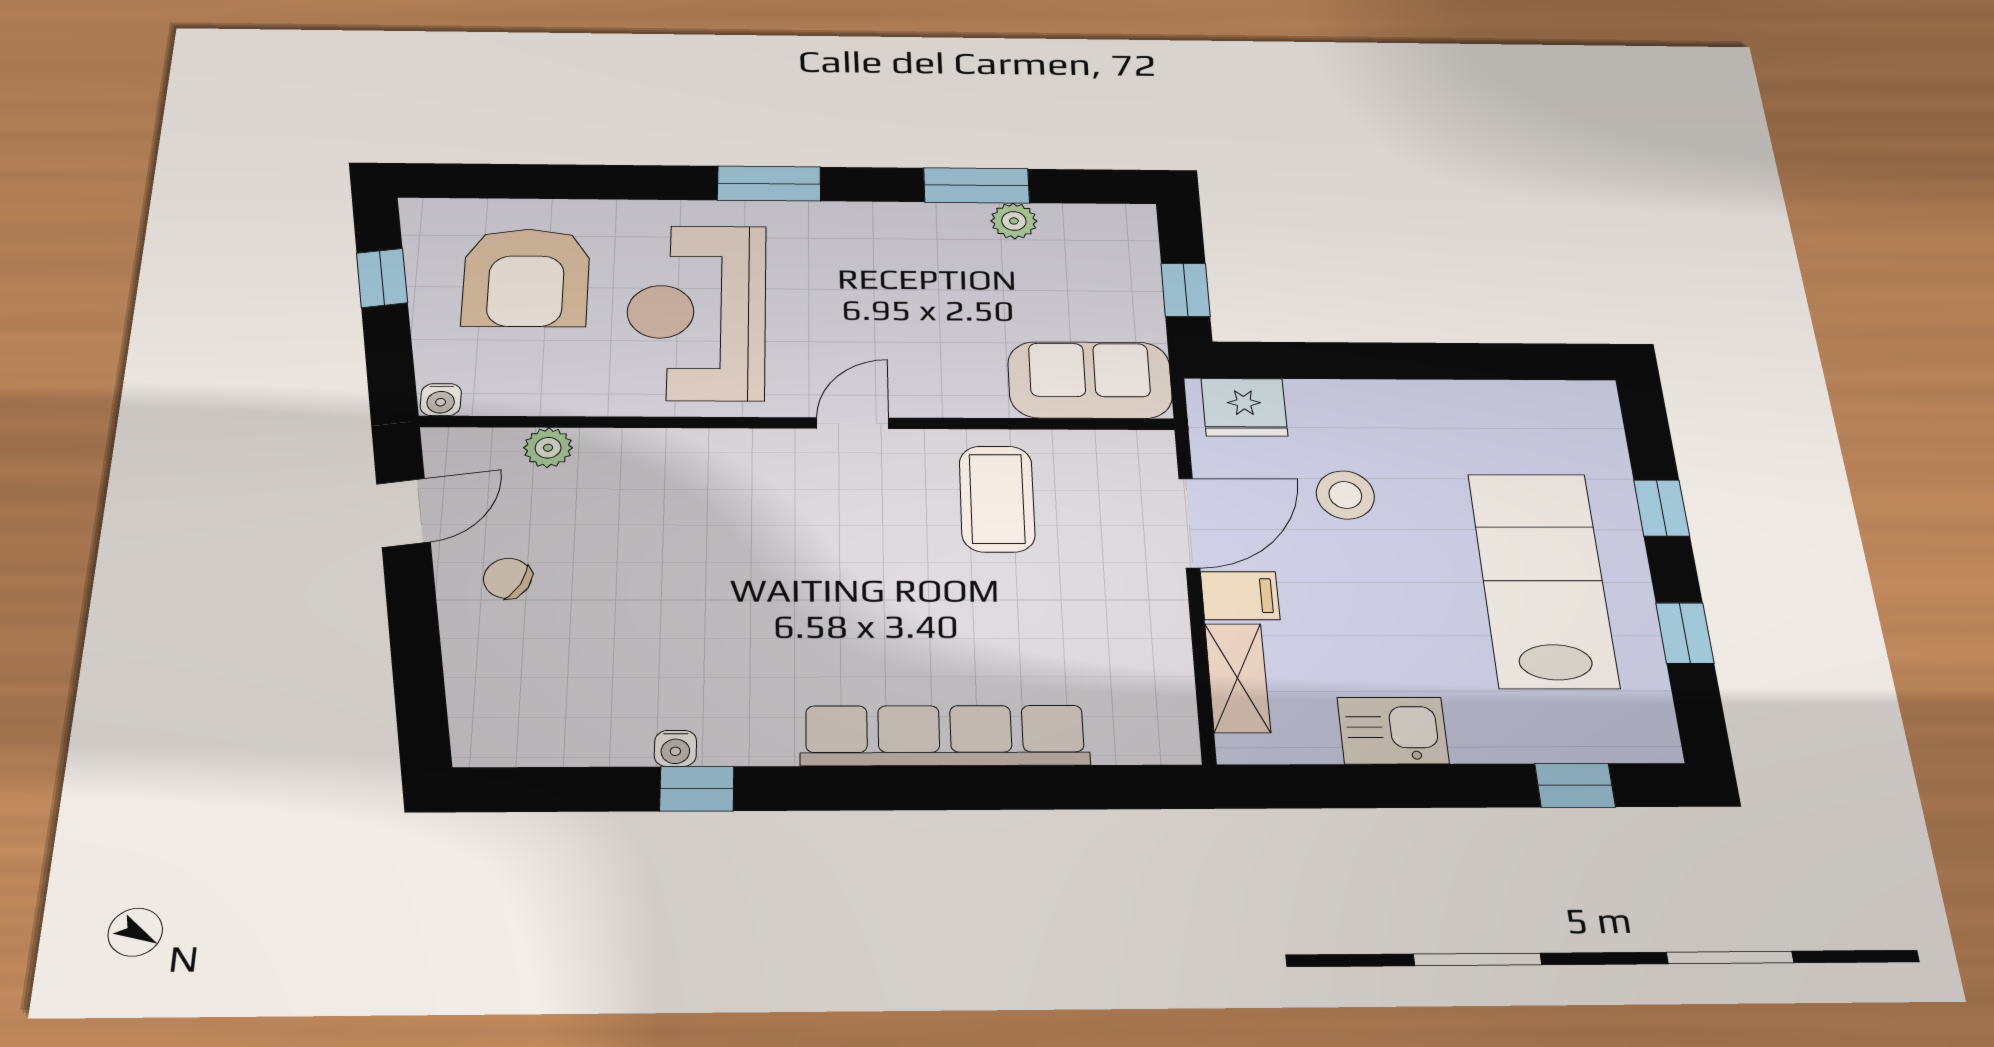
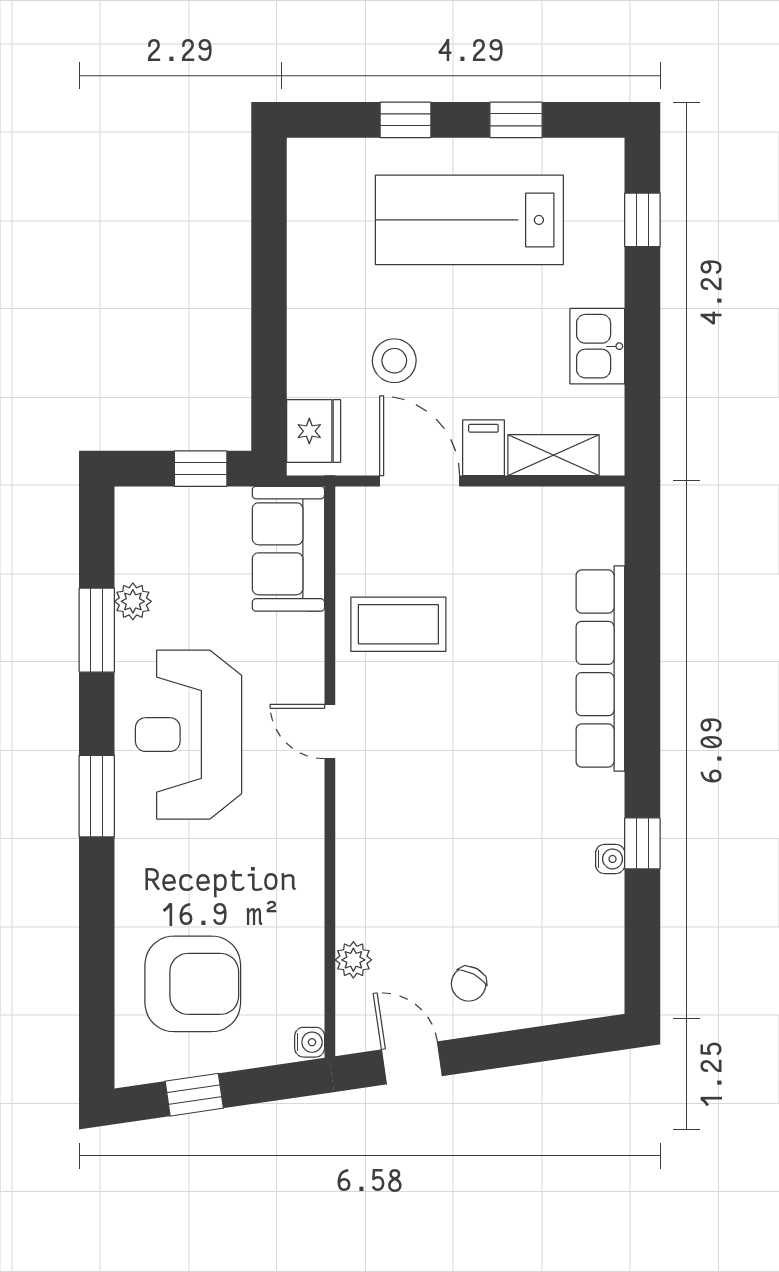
reception desk: (696, 312) -> (189, 735), moved, turned 90

